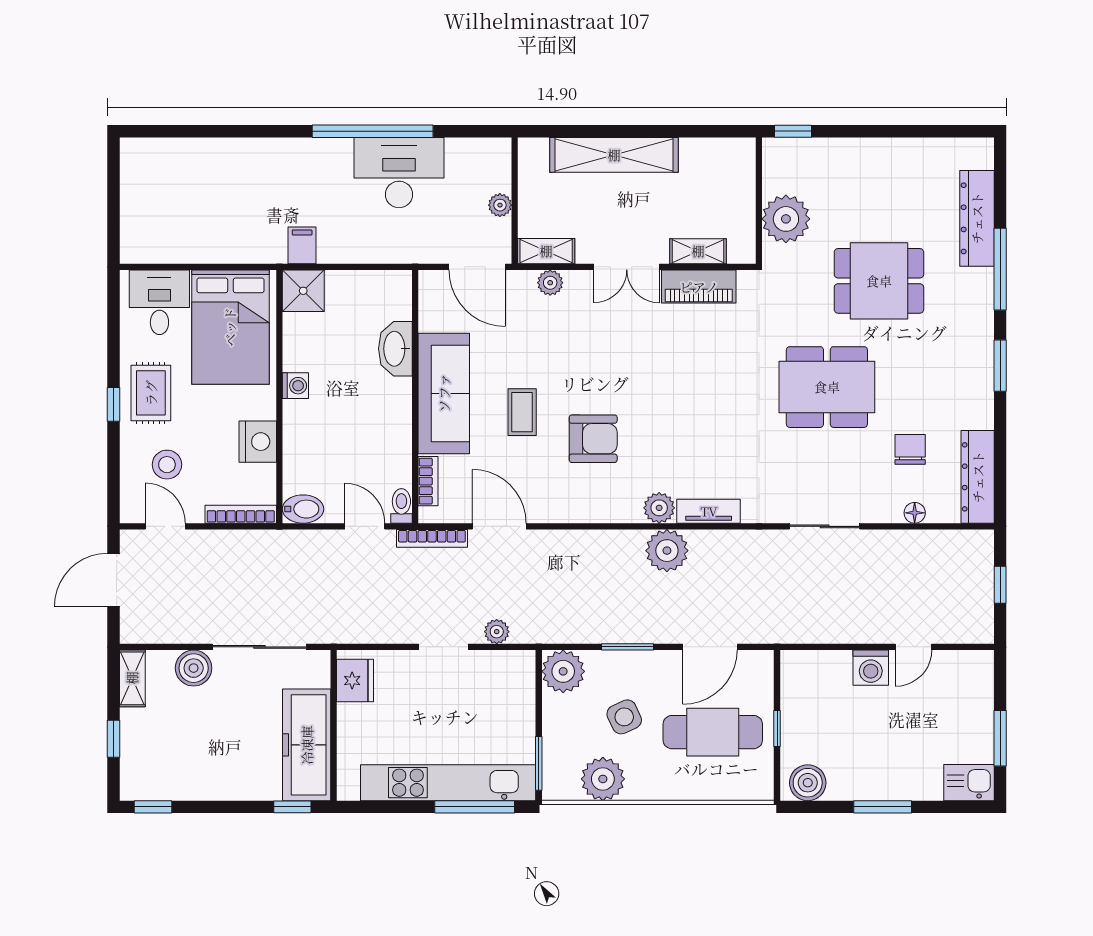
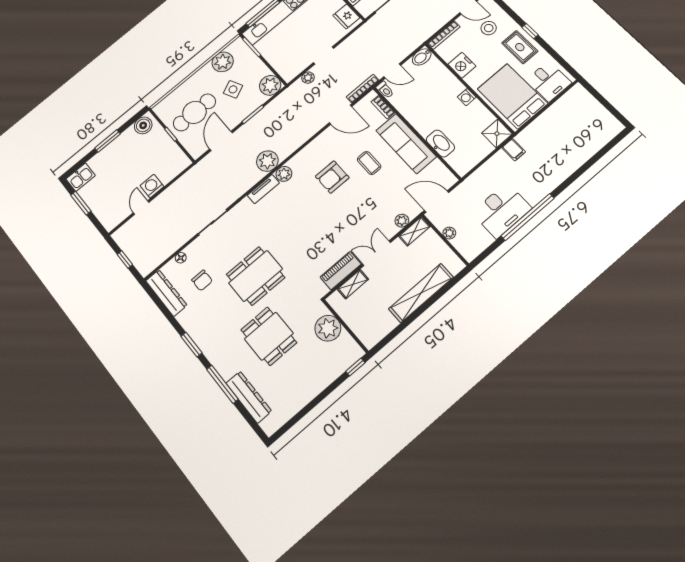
dining table: (879, 281) -> (269, 336), turned 90

